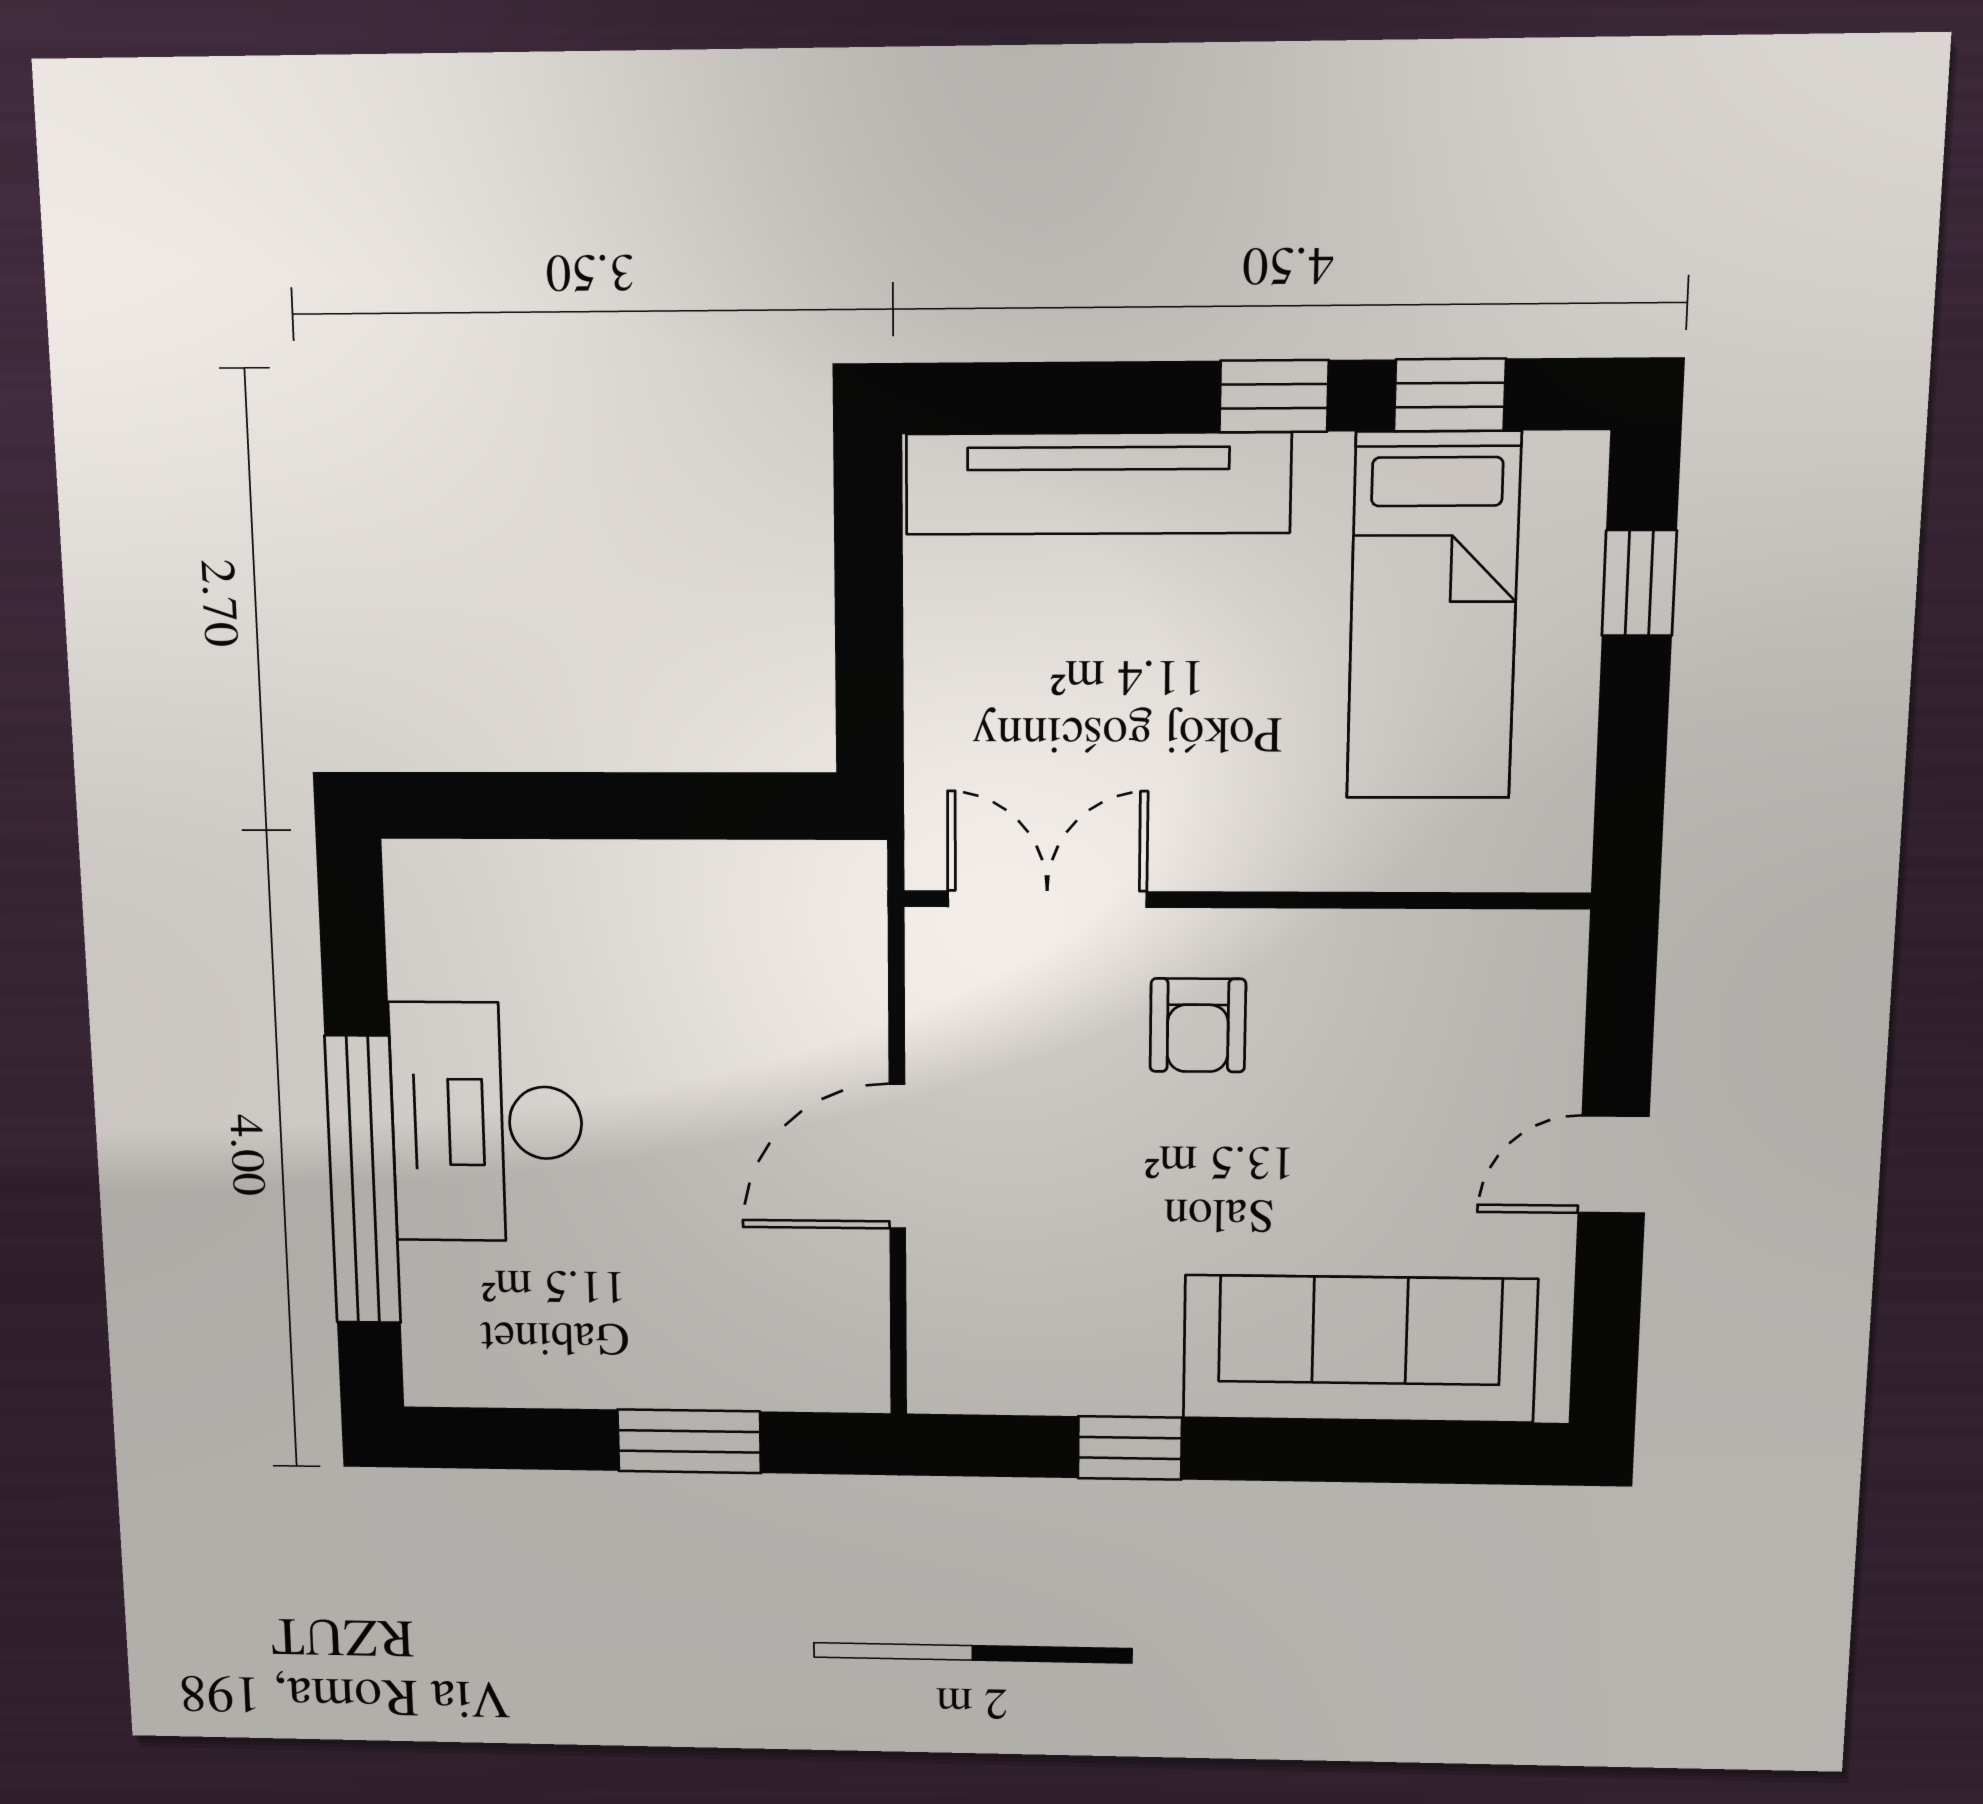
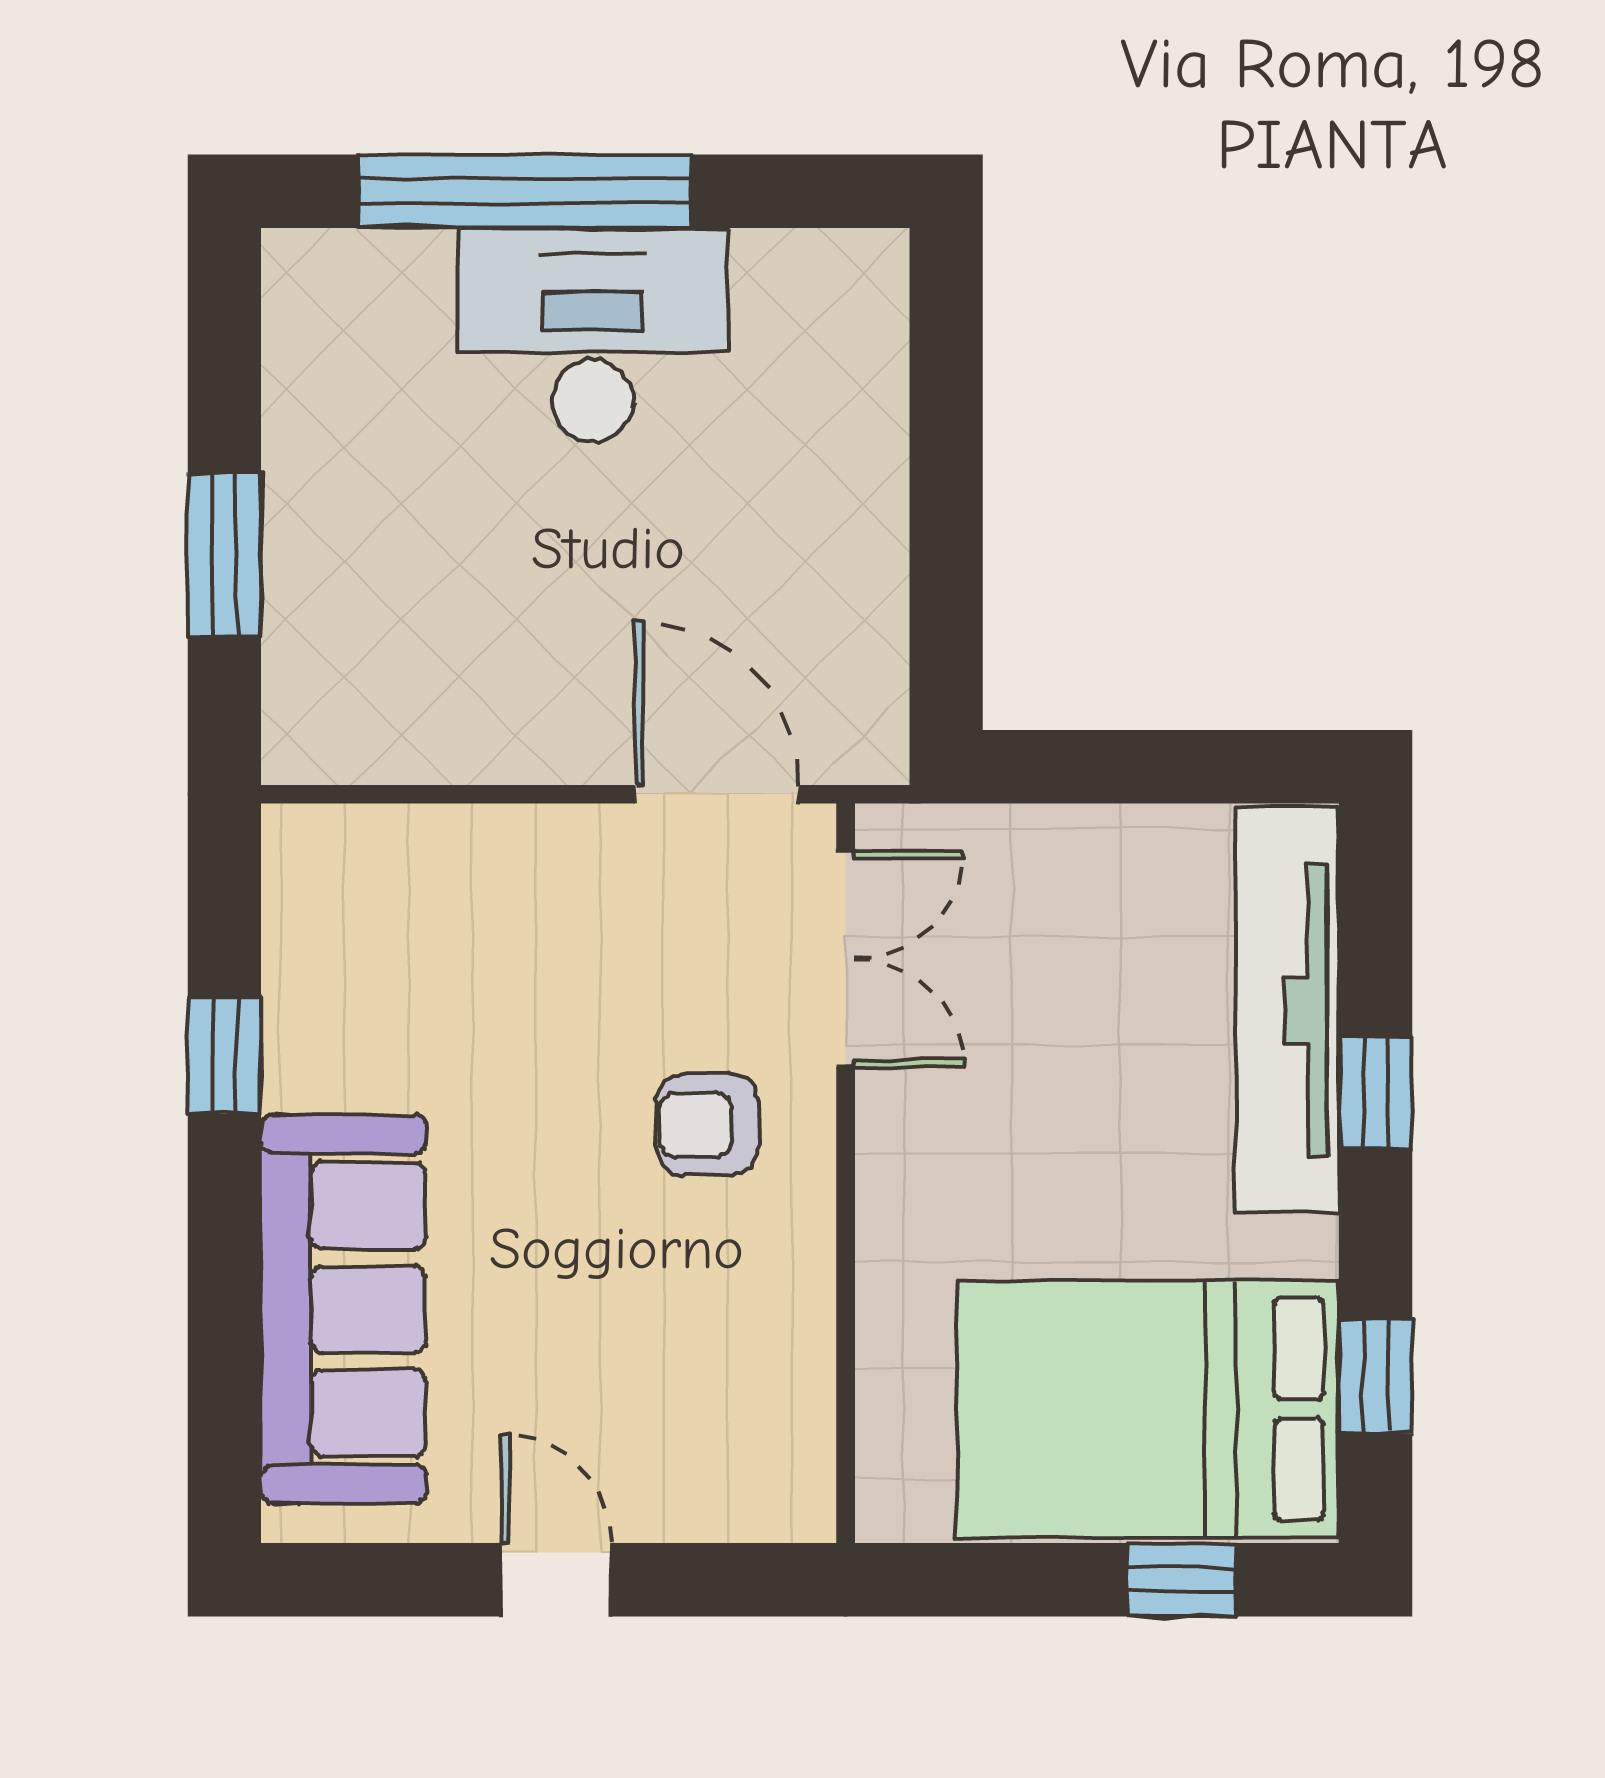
window: (1274, 396) -> (1375, 1093), moved
bed: (1433, 616) -> (1148, 1409), width x1.50
door: (897, 1157) -> (717, 794), moved

